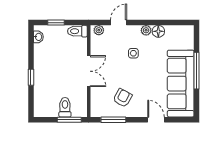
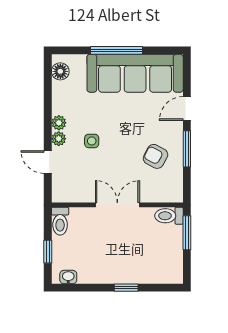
plant: (99, 30) -> (59, 139), moved
floor lamp: (158, 31) -> (60, 71), moved
toilet: (65, 107) -> (169, 216), moved
window: (113, 120) -> (187, 149), moved

